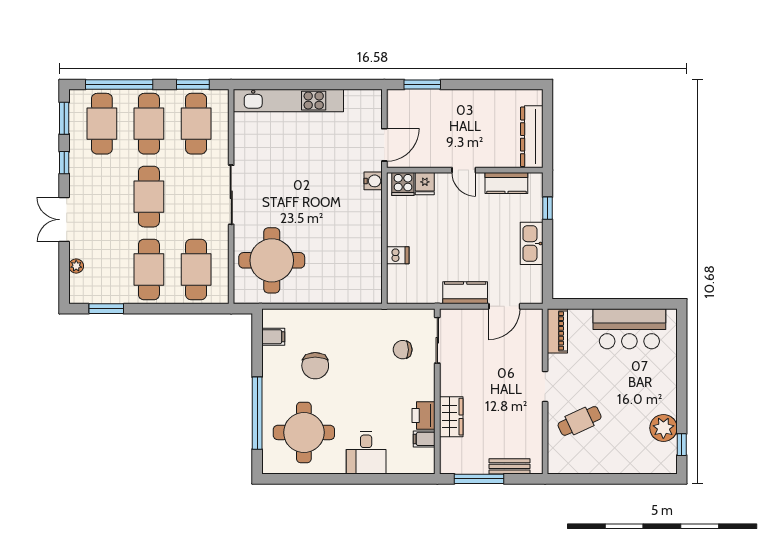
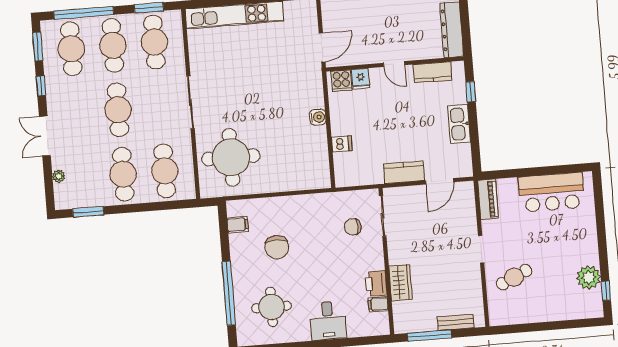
water cooler: (373, 181) -> (318, 117), moved
round table: (304, 432) -> (272, 307), width x0.73, depth x0.73

